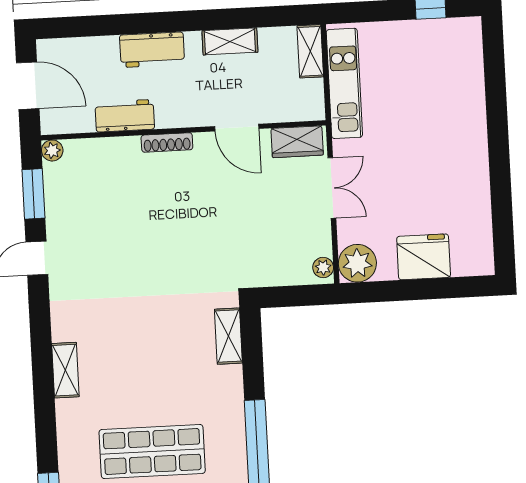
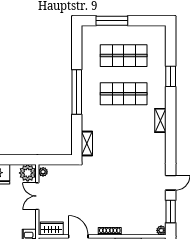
double door: (332, 188) -> (37, 196), moved
shelving: (65, 370) -> (160, 120), moved

